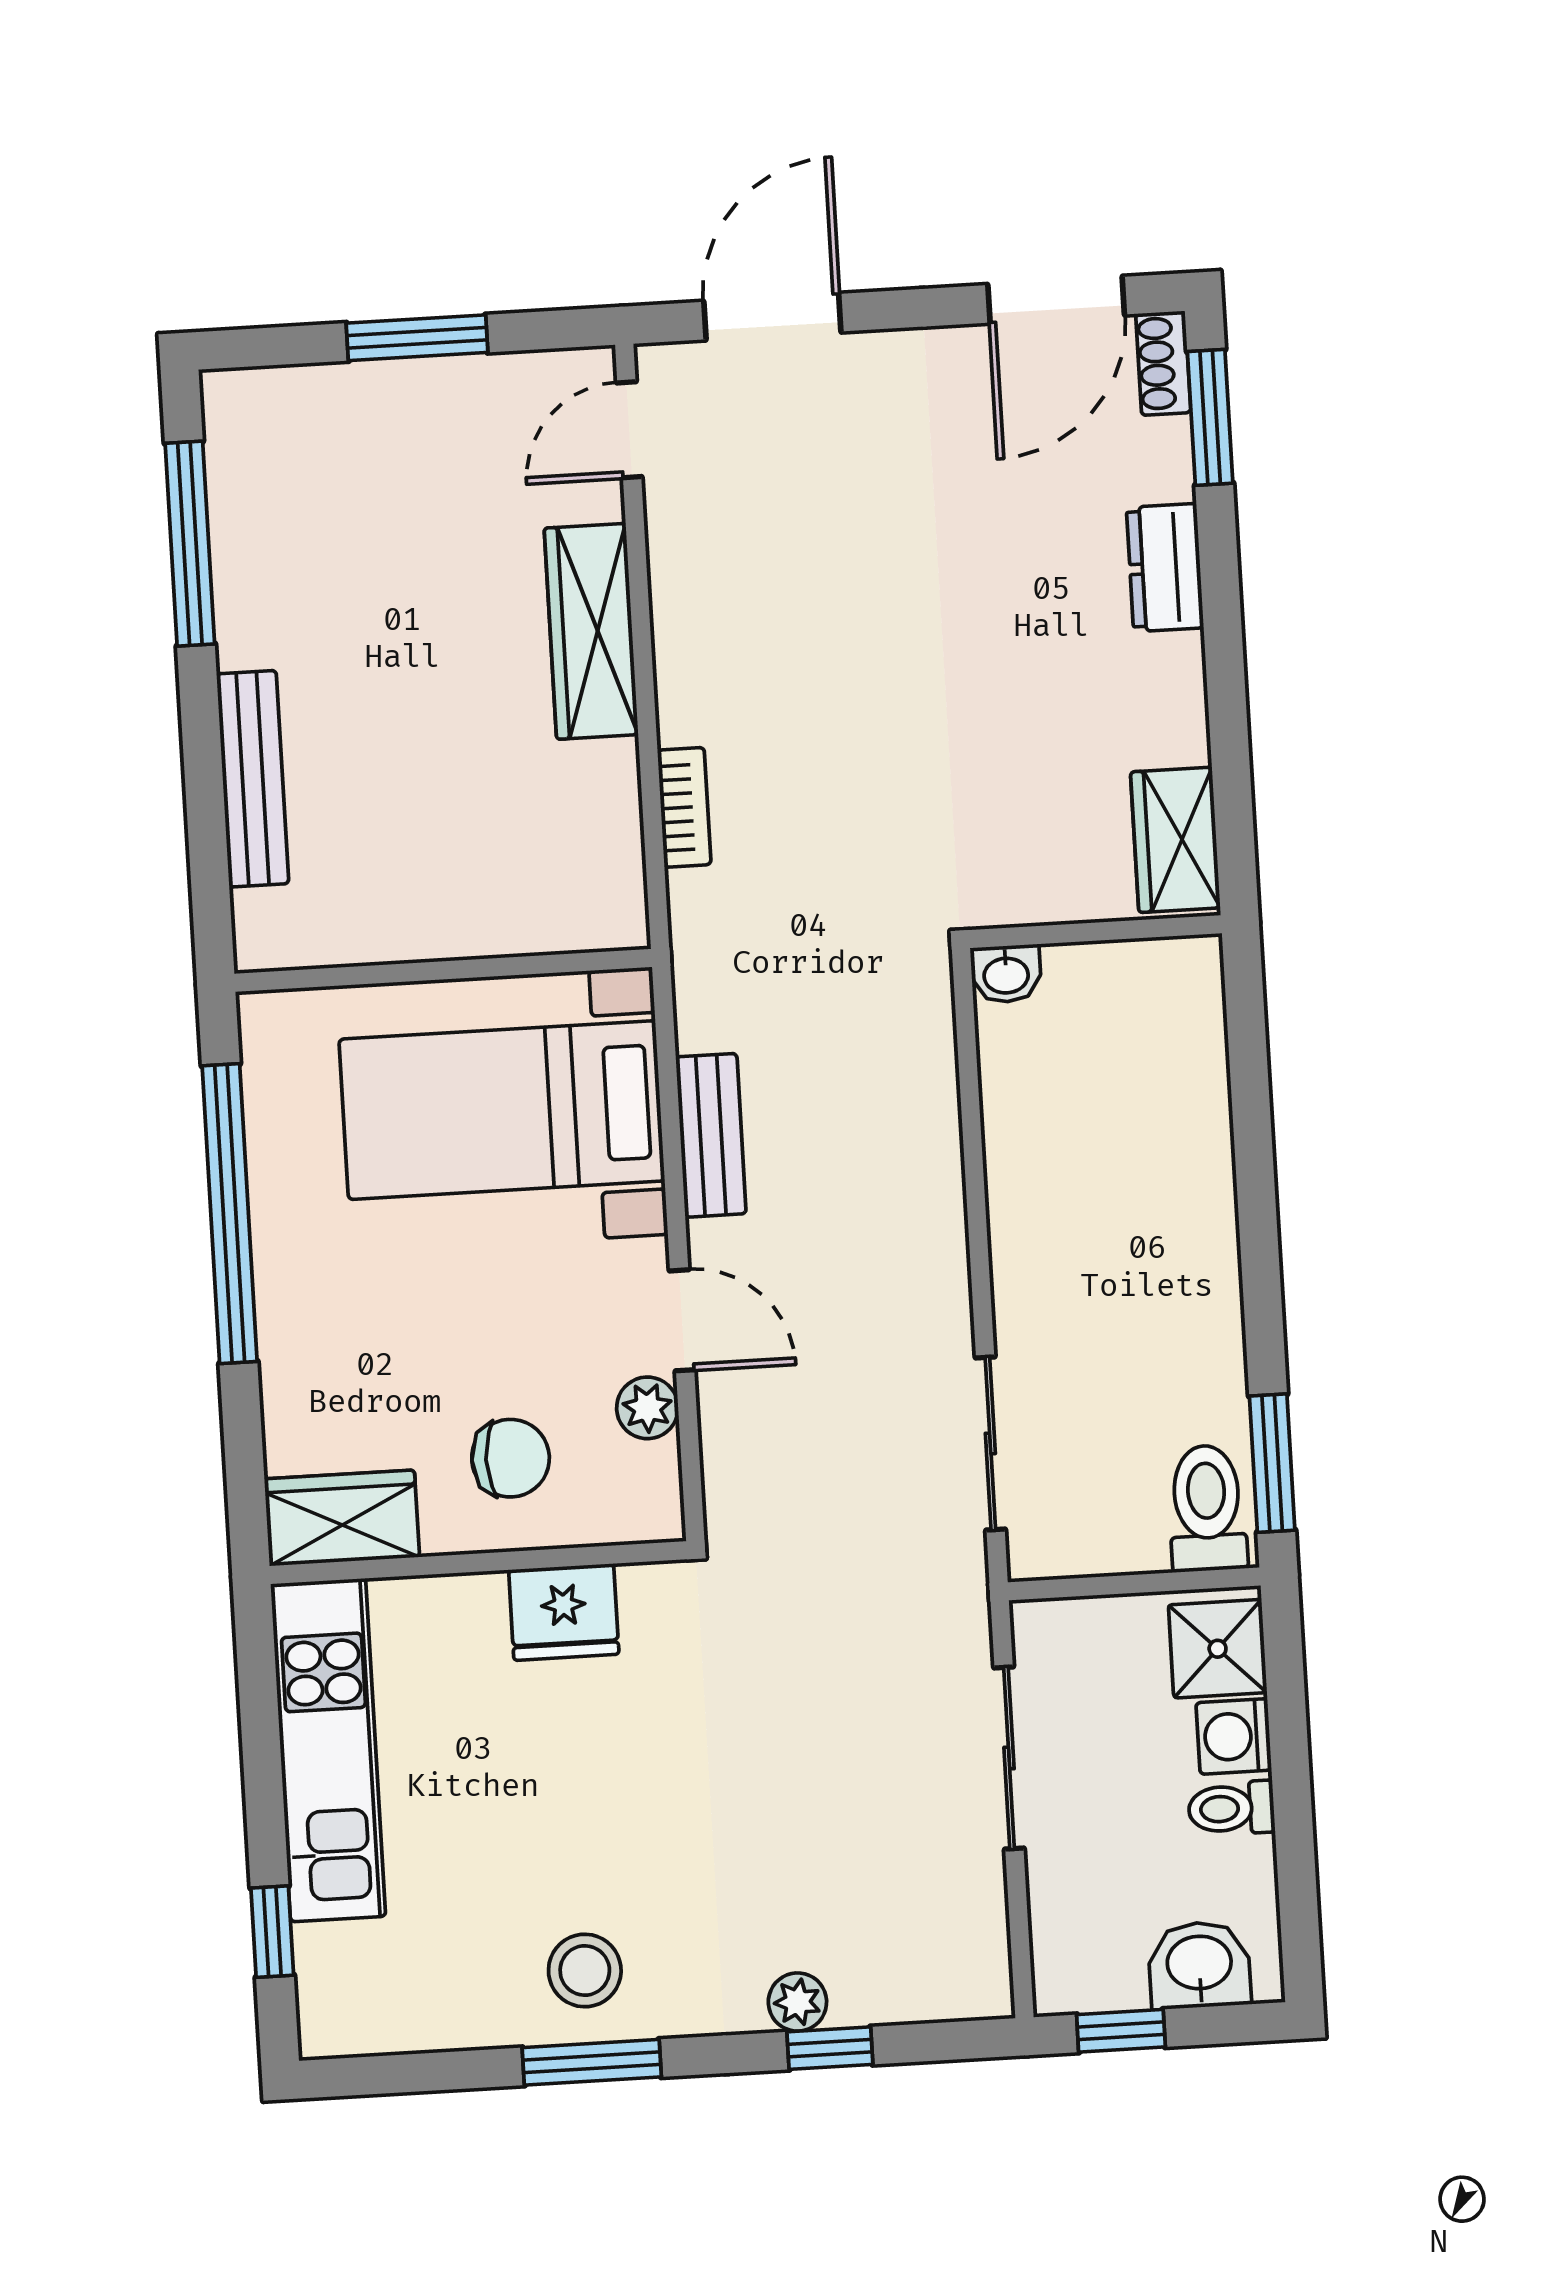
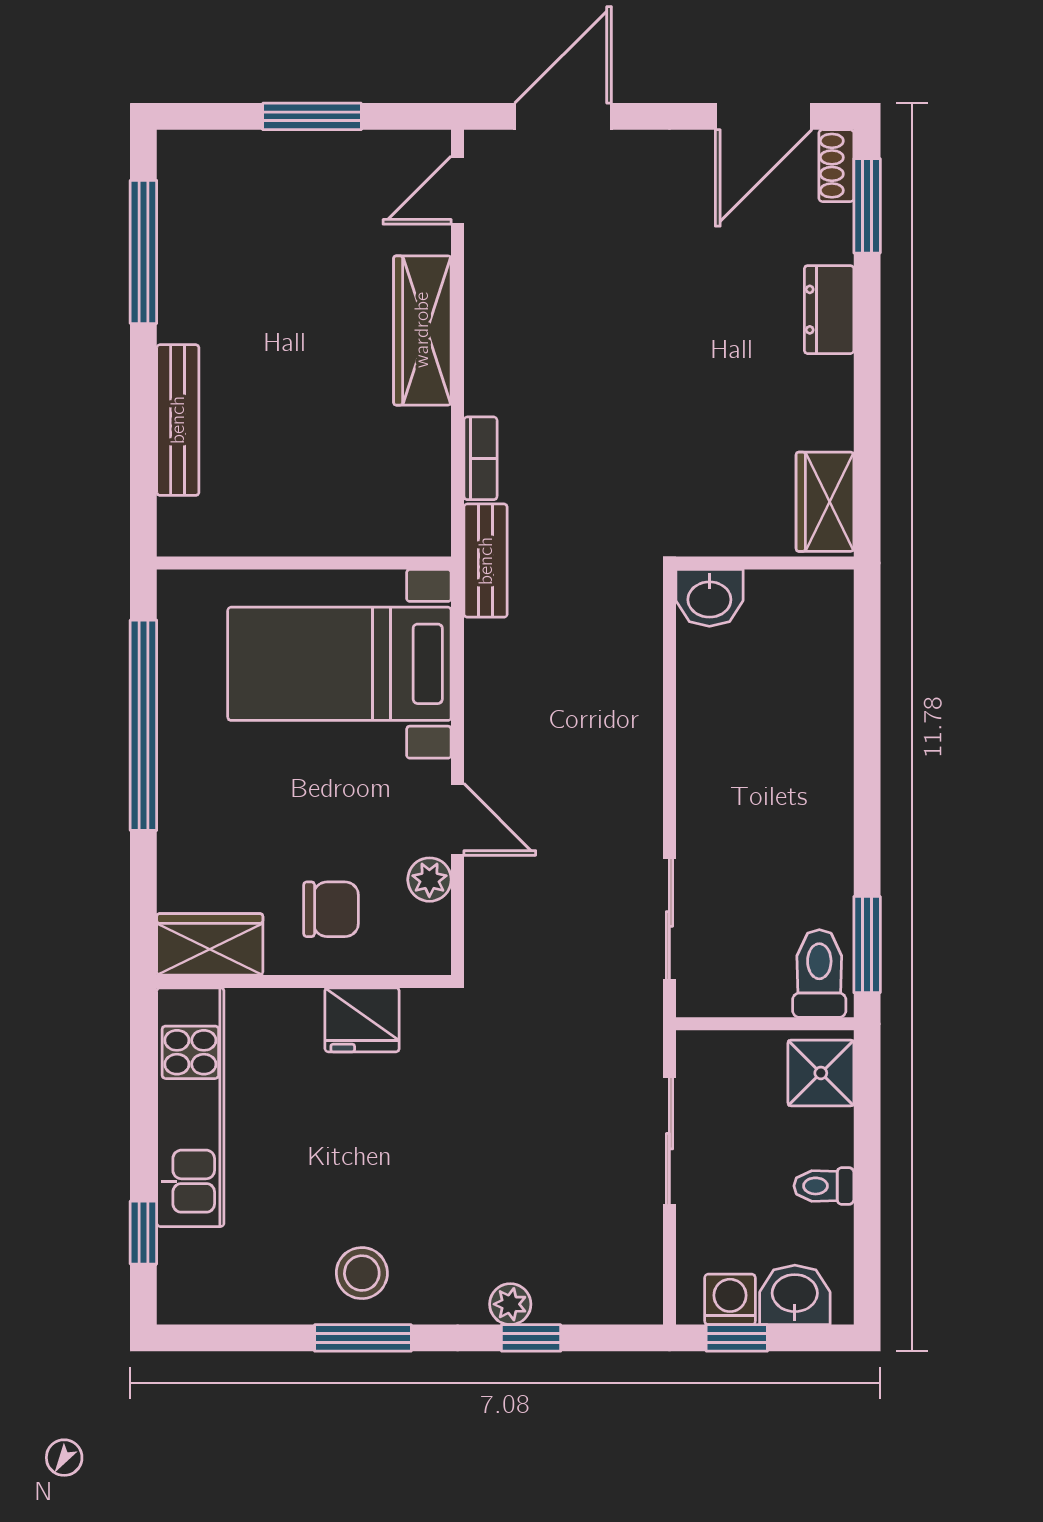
washbasin: (1006, 974) -> (709, 598), width x1.38, depth x1.45
bench: (711, 1135) -> (486, 561), moved
washing machine: (1234, 1736) -> (730, 1299), moved, turned 90

